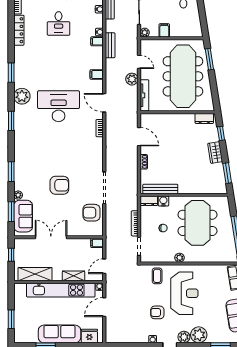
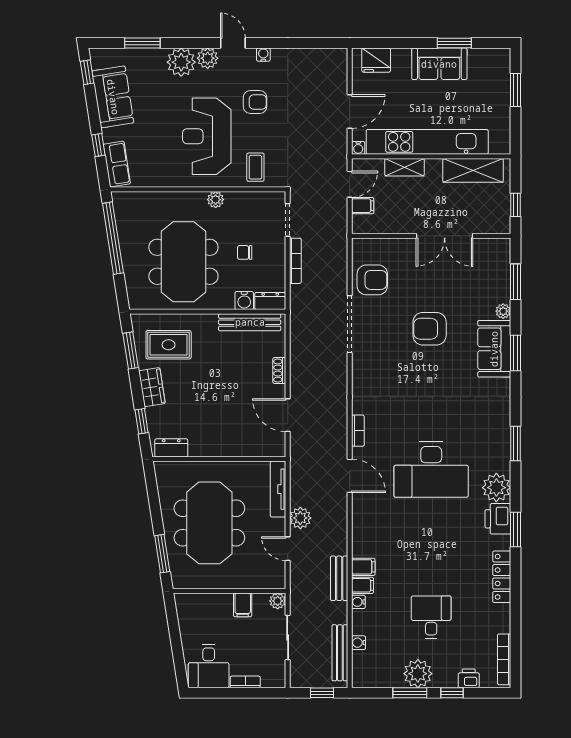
locker: (19, 30) -> (502, 577), moved
filing cabinet: (97, 75) -> (363, 567), moved
meeting table: (183, 76) -> (209, 523), width x0.73
printer: (21, 79) -> (498, 519), added
rug: (206, 176) -> (169, 345), added
sofa: (23, 216) -> (494, 349), moved
filing cabinet: (97, 243) -> (363, 206), moved
sofa: (60, 334) -> (439, 64), width x0.73

